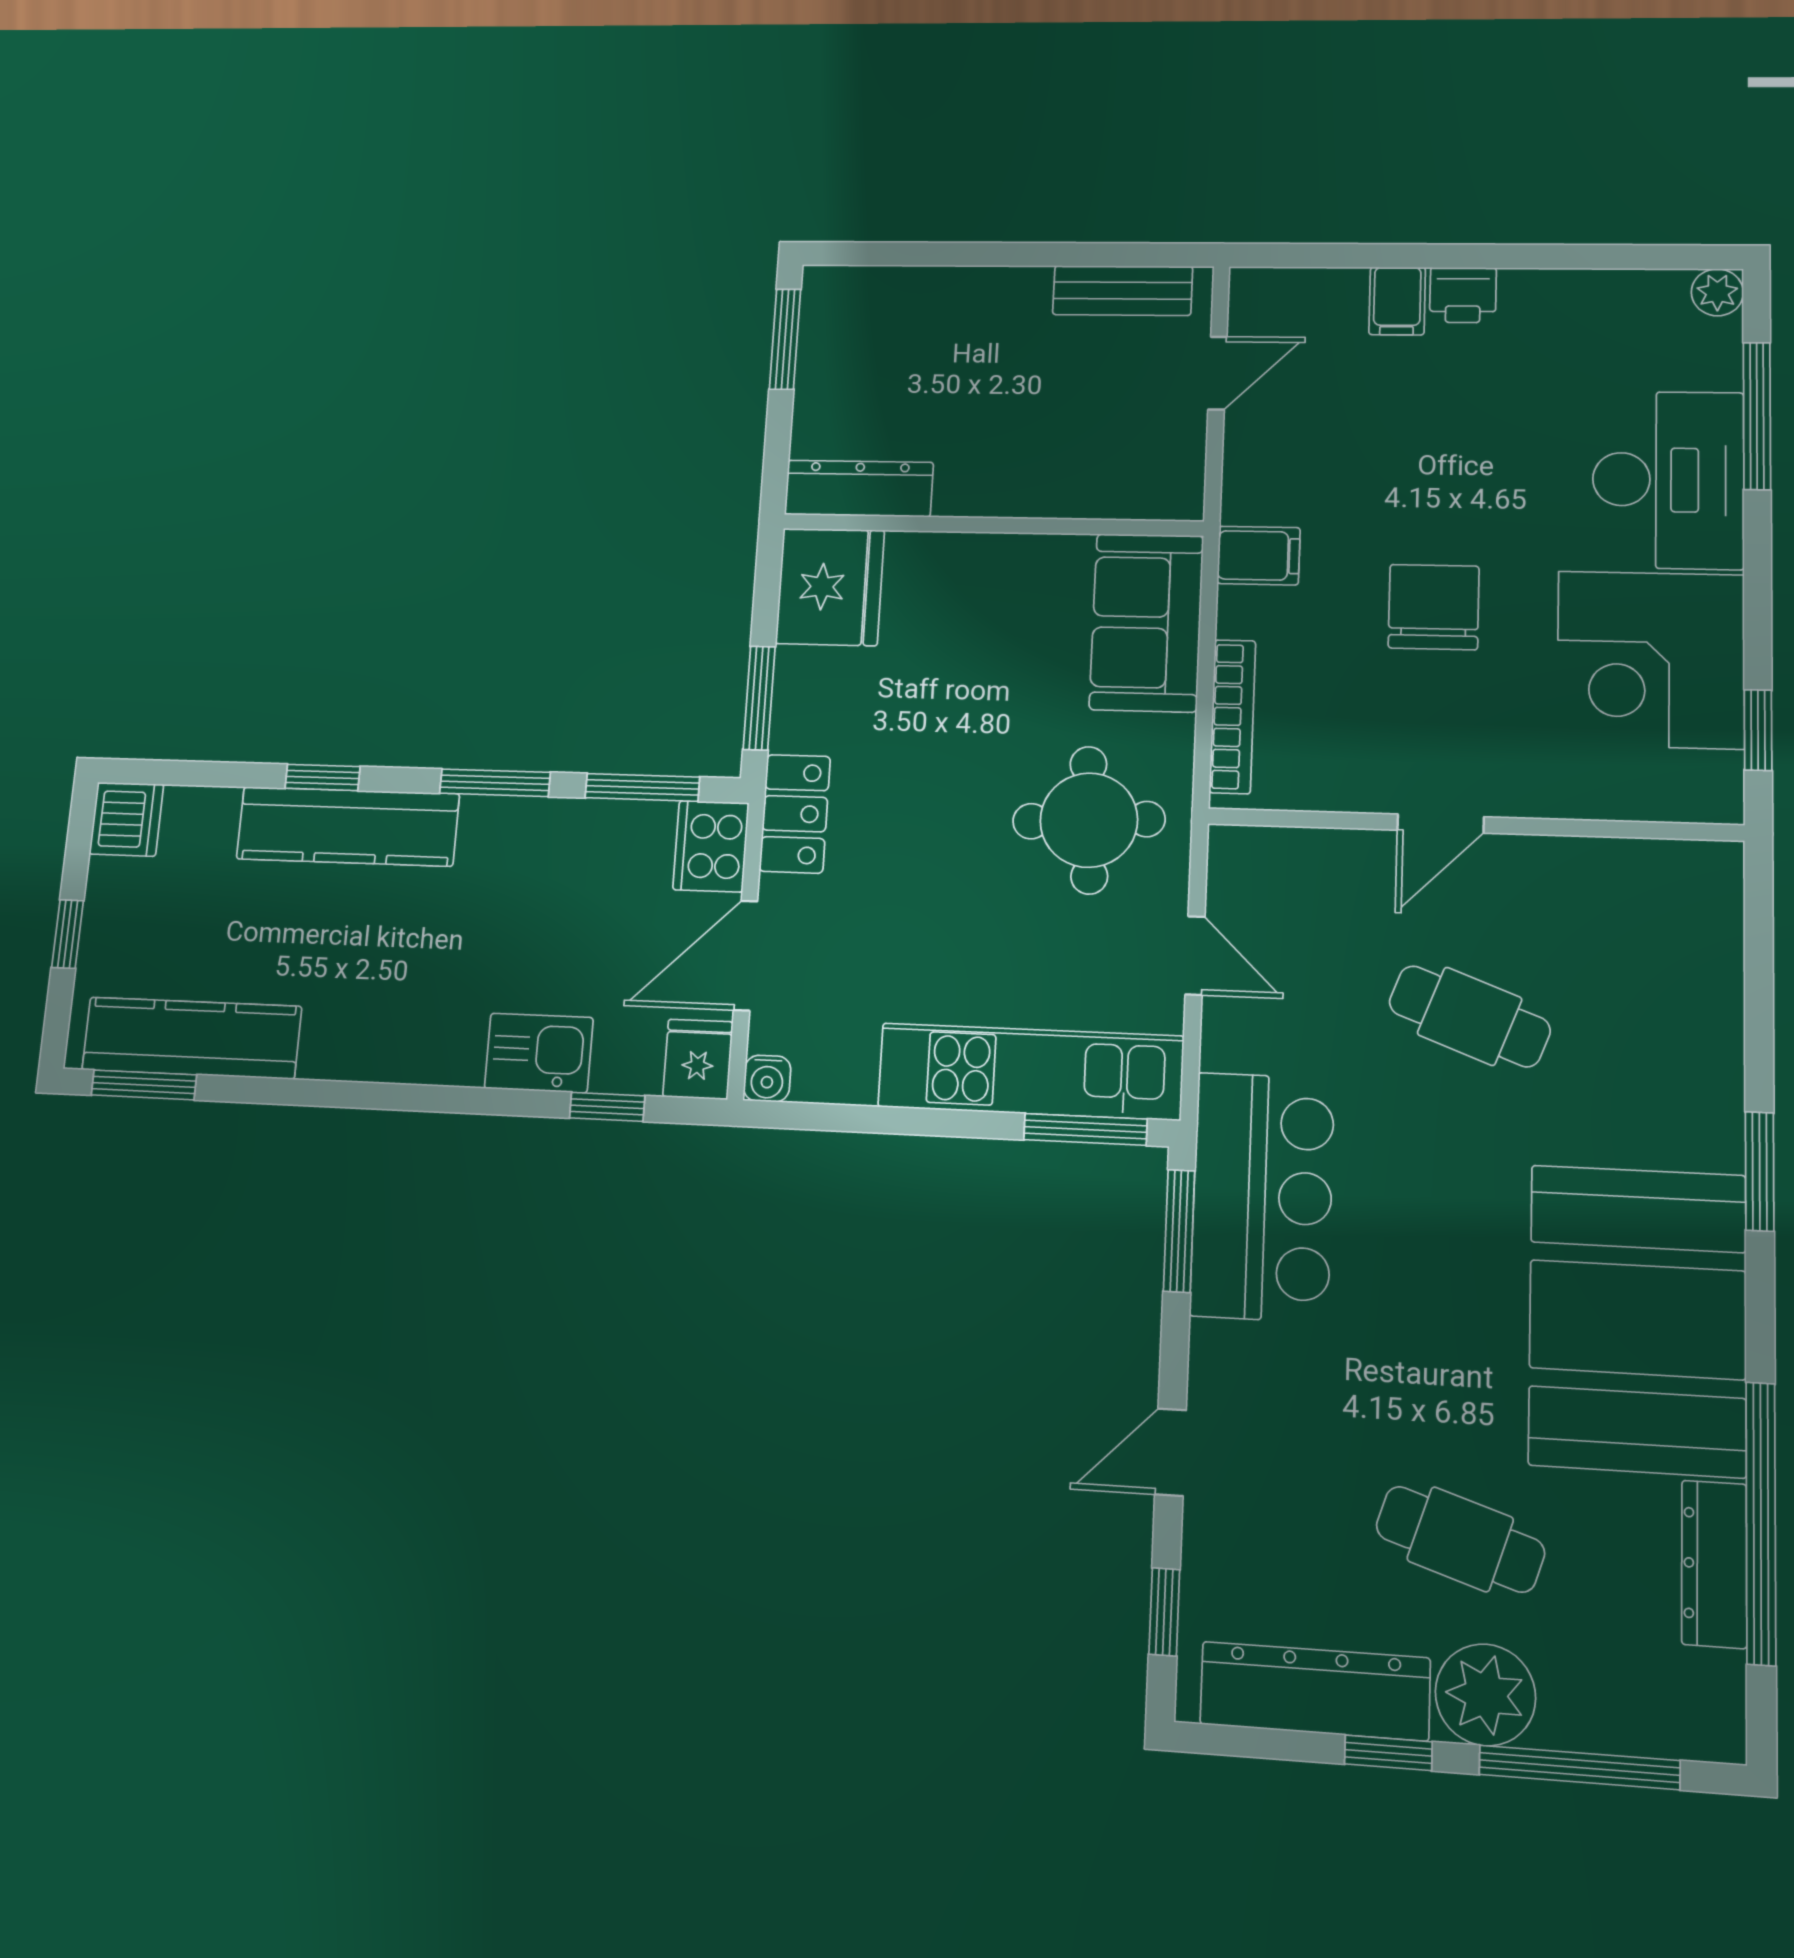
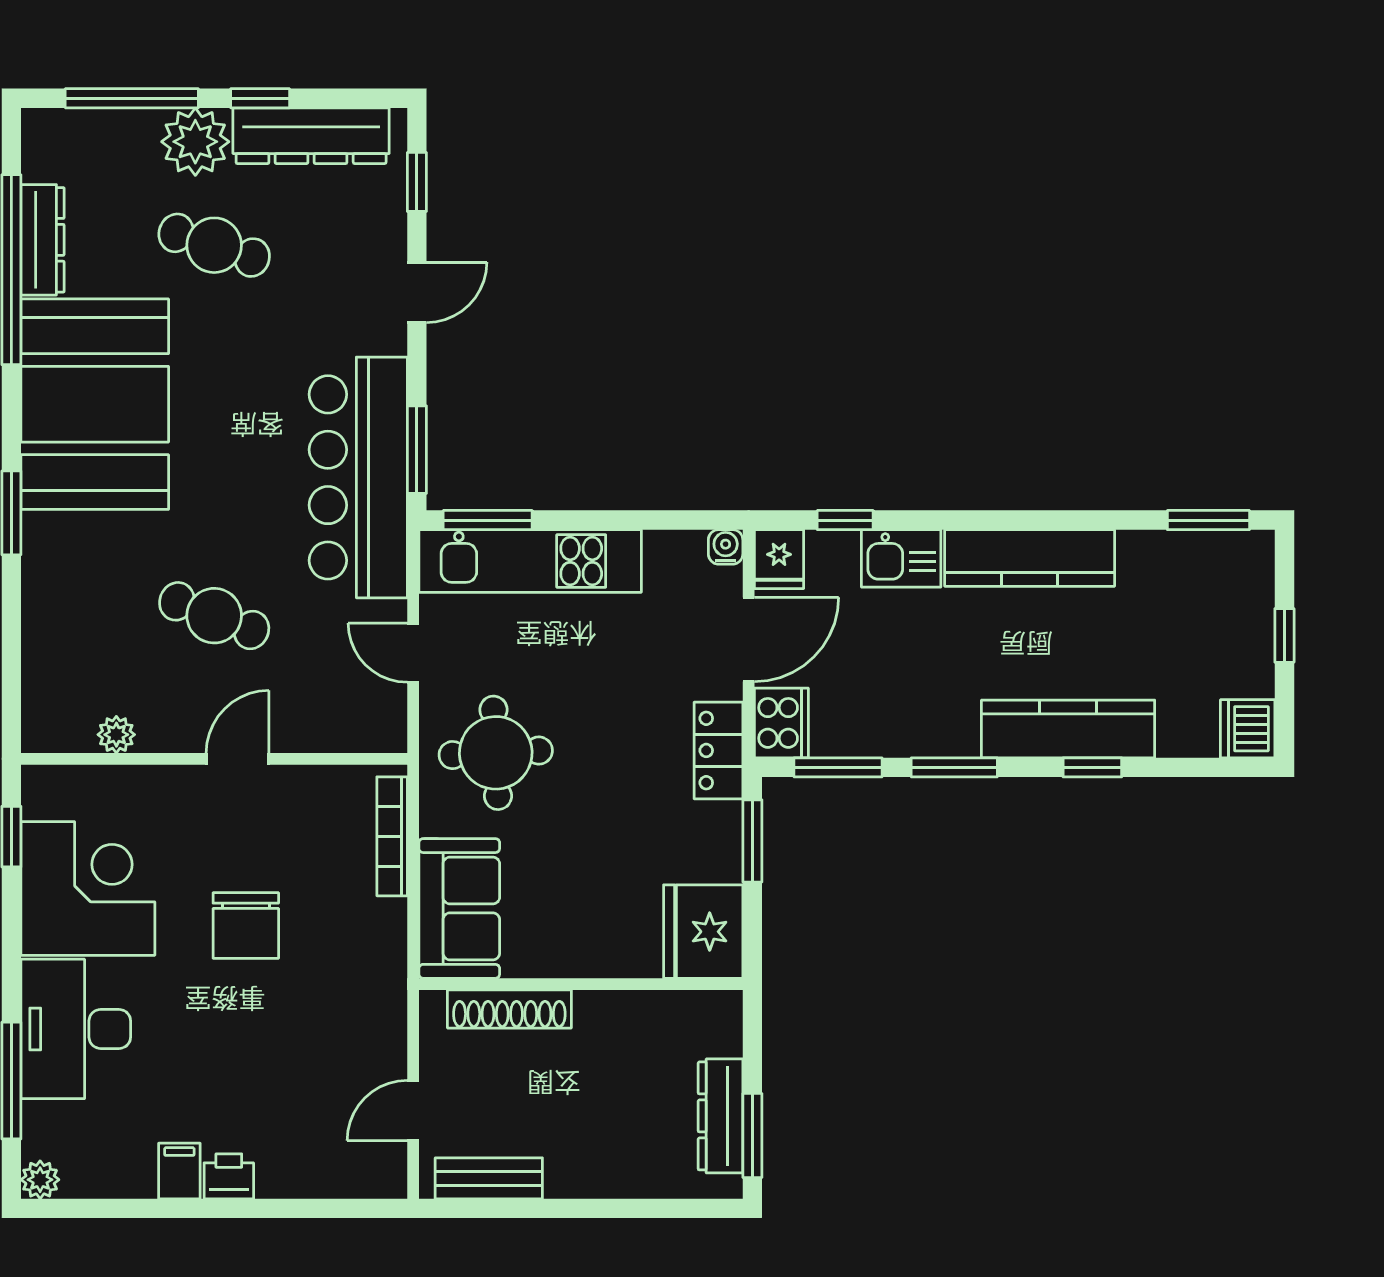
filing cabinet: (1397, 301) -> (179, 1171), moved
dresser: (859, 488) -> (721, 1116), moved, turned 90
shoe rack: (1086, 496) -> (509, 1009), added
filing cabinet: (1259, 556) -> (377, 963), removed
plant: (1610, 861) -> (116, 735), added
kitchen counter: (192, 1038) -> (1030, 558), moved
bar counter: (1262, 1197) -> (358, 477), width x1.36

